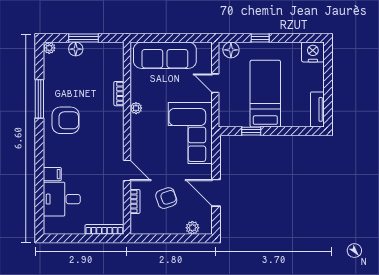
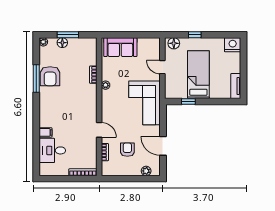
sofa: (165, 55) -> (120, 47), width x0.73
armchair: (66, 120) -> (50, 76), moved, turned 90
armchair: (166, 198) -> (127, 150), turned -71

